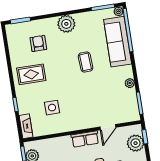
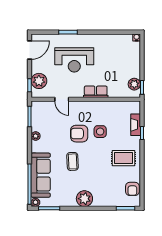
armchair: (38, 43) -> (132, 189), moved
armchair: (83, 93) -> (79, 134), added
side table: (52, 108) -> (100, 132), moved
fireplace: (26, 126) -> (136, 125), moved
door: (108, 127) -> (62, 99), swing flipped
row of seats: (85, 139) -> (96, 92), moved

